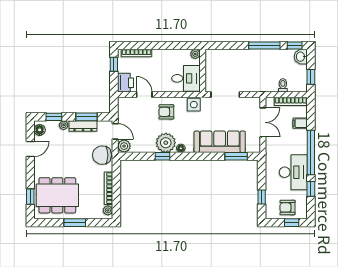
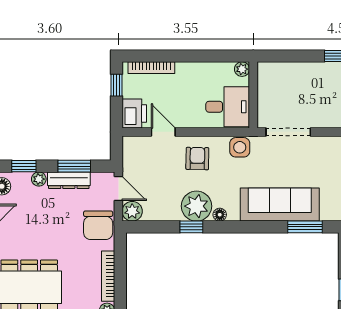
armchair: (166, 112) -> (197, 159), turned 91
chair: (102, 155) -> (98, 225), turned -90

